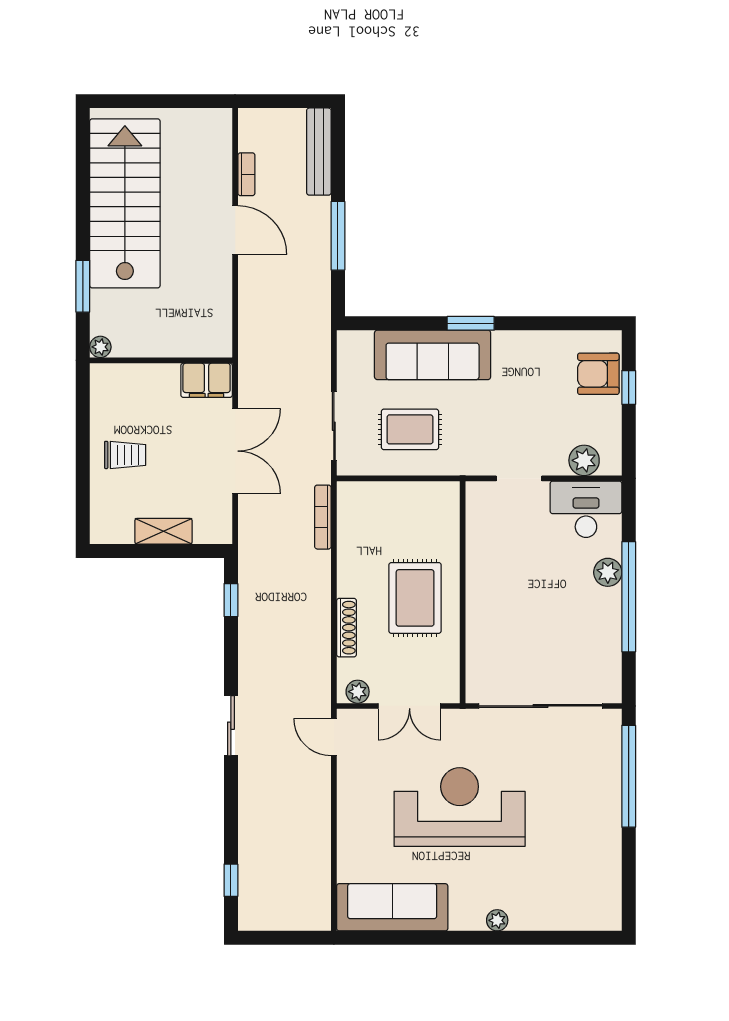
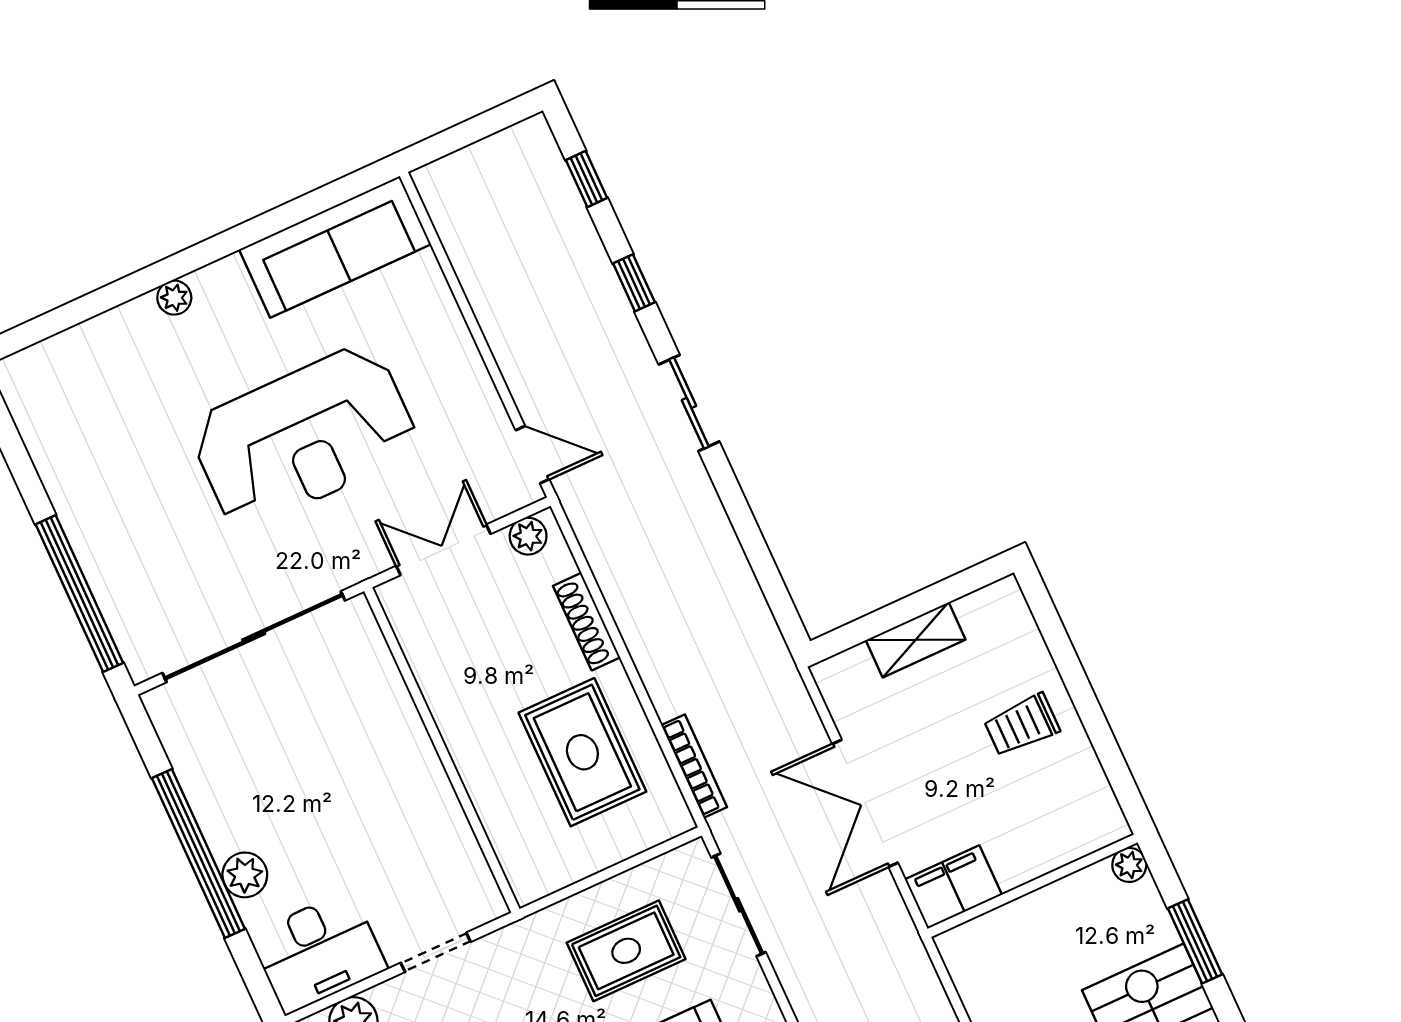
rug: (415, 598) -> (582, 752), moved
window: (231, 600) -> (634, 283), moved

